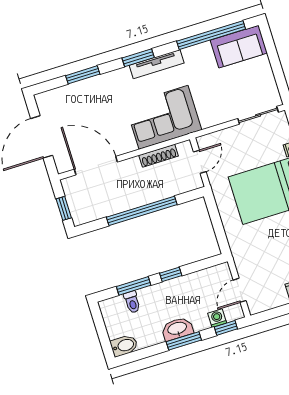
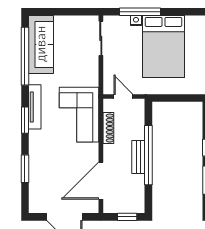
sofa: (239, 47) -> (41, 44), width x1.36
bench: (136, 200) -> (138, 157), added

